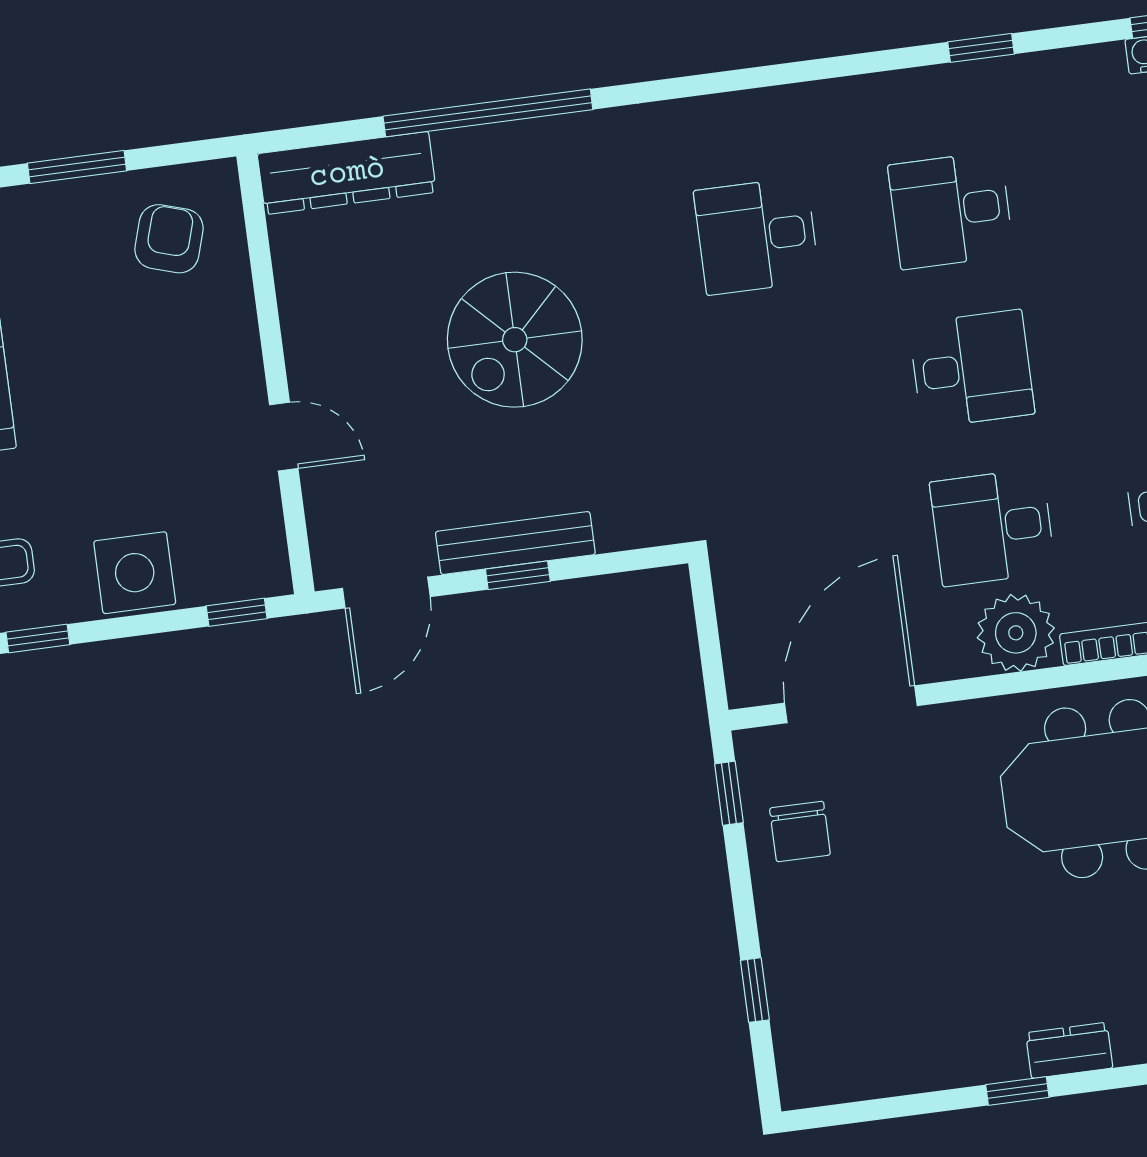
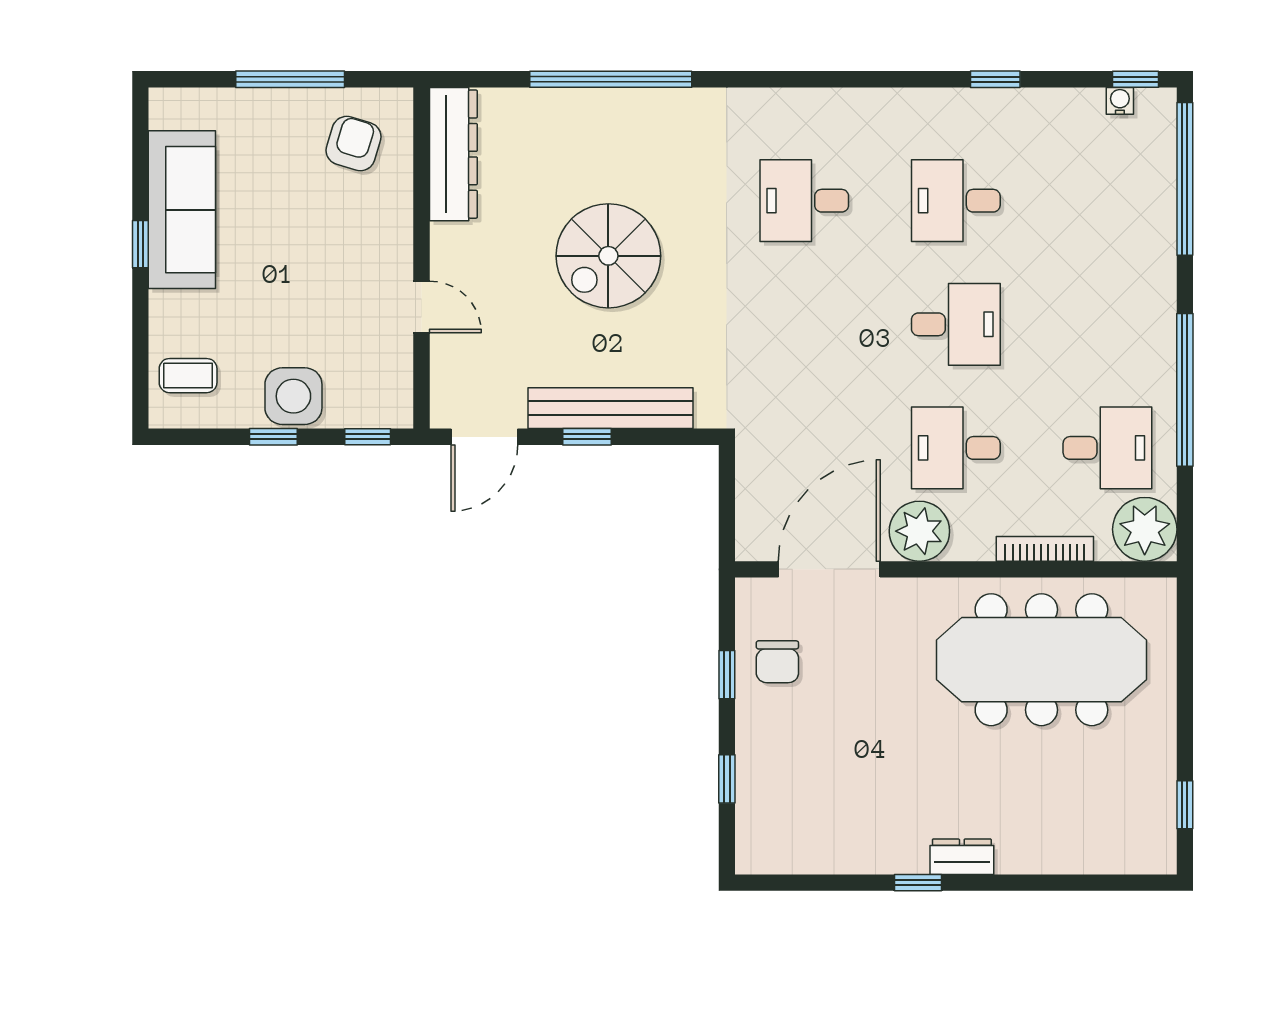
window: (77, 167) -> (290, 79), width x1.44
dresser: (347, 173) -> (453, 154), moved, turned -90
bench: (515, 543) -> (610, 408), width x1.37, depth x1.21
plant: (1016, 633) -> (919, 531), moved
window: (38, 638) -> (273, 437), moved
window: (729, 793) -> (727, 675), moved

